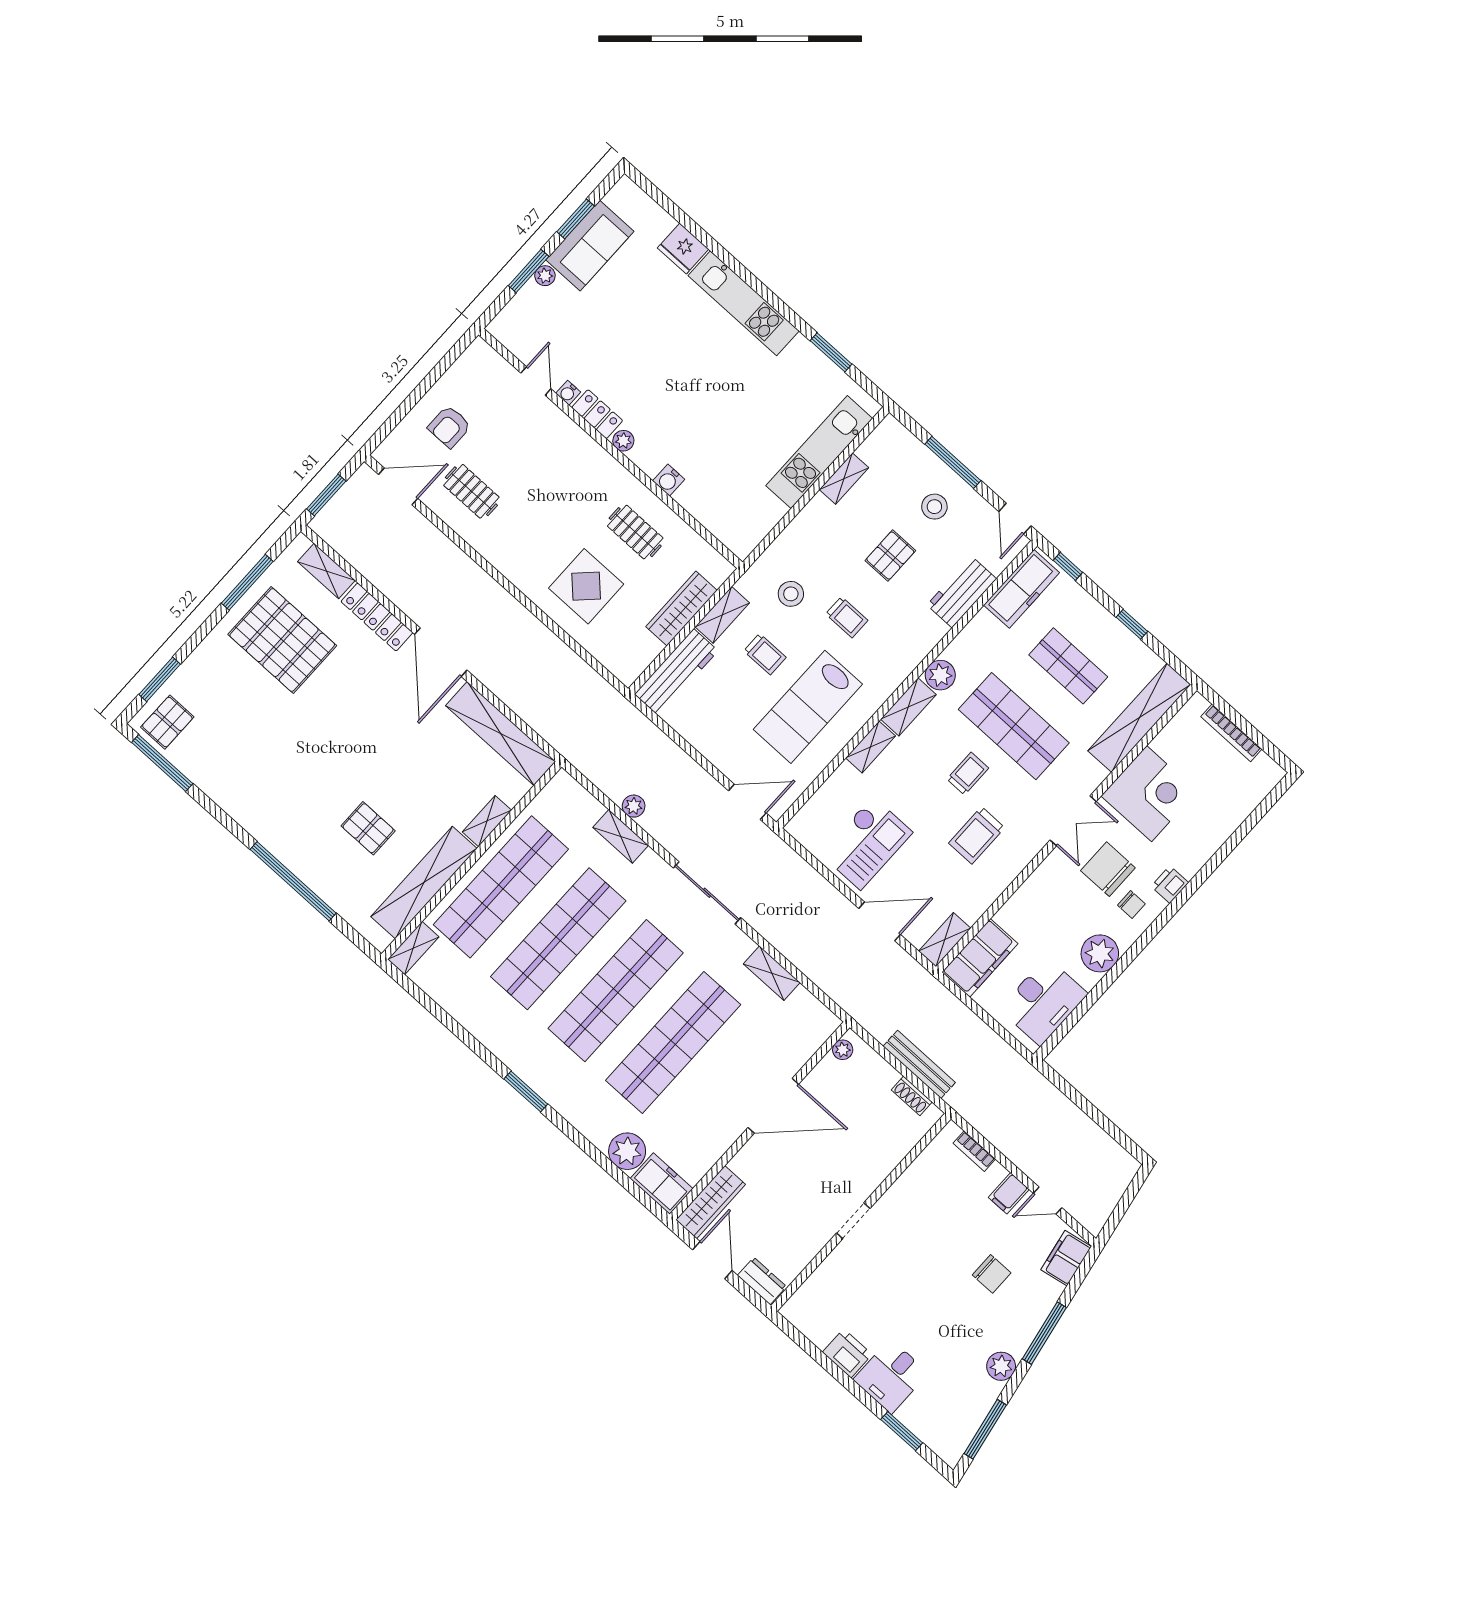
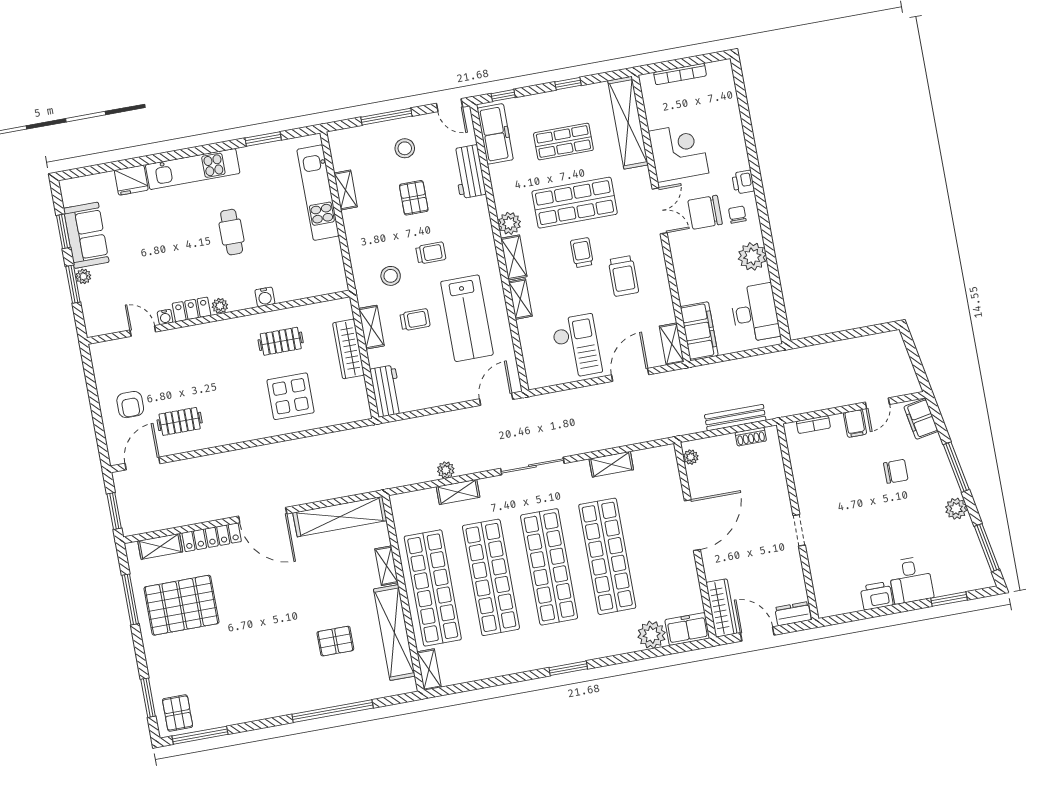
cafe table: (709, 394) -> (232, 232), added
workbench: (676, 673) -> (386, 391), width x0.73
chair: (1131, 905) -> (737, 215), turned -90

